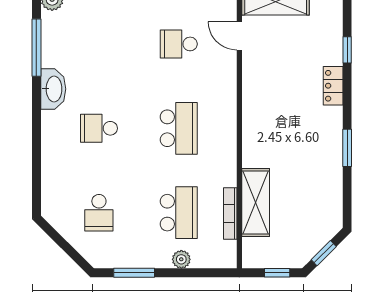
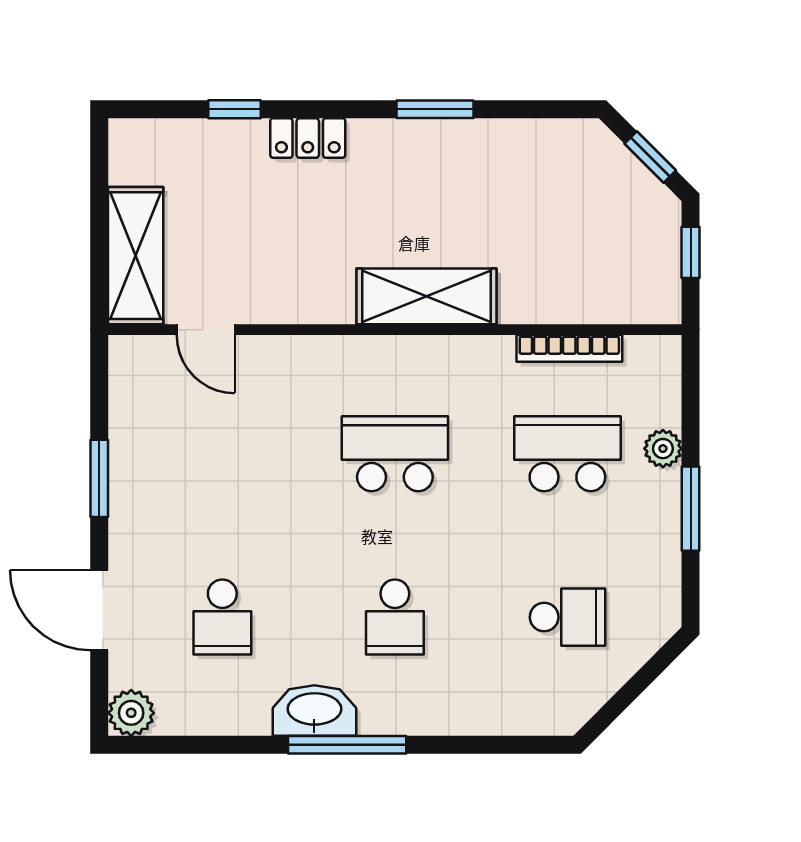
door: (239, 36) -> (206, 330), hinge flipped
school desk: (179, 44) -> (222, 617), moved
window: (36, 48) -> (347, 745), moved
shelving: (256, 203) -> (426, 296), moved
window: (134, 273) -> (691, 509), moved

